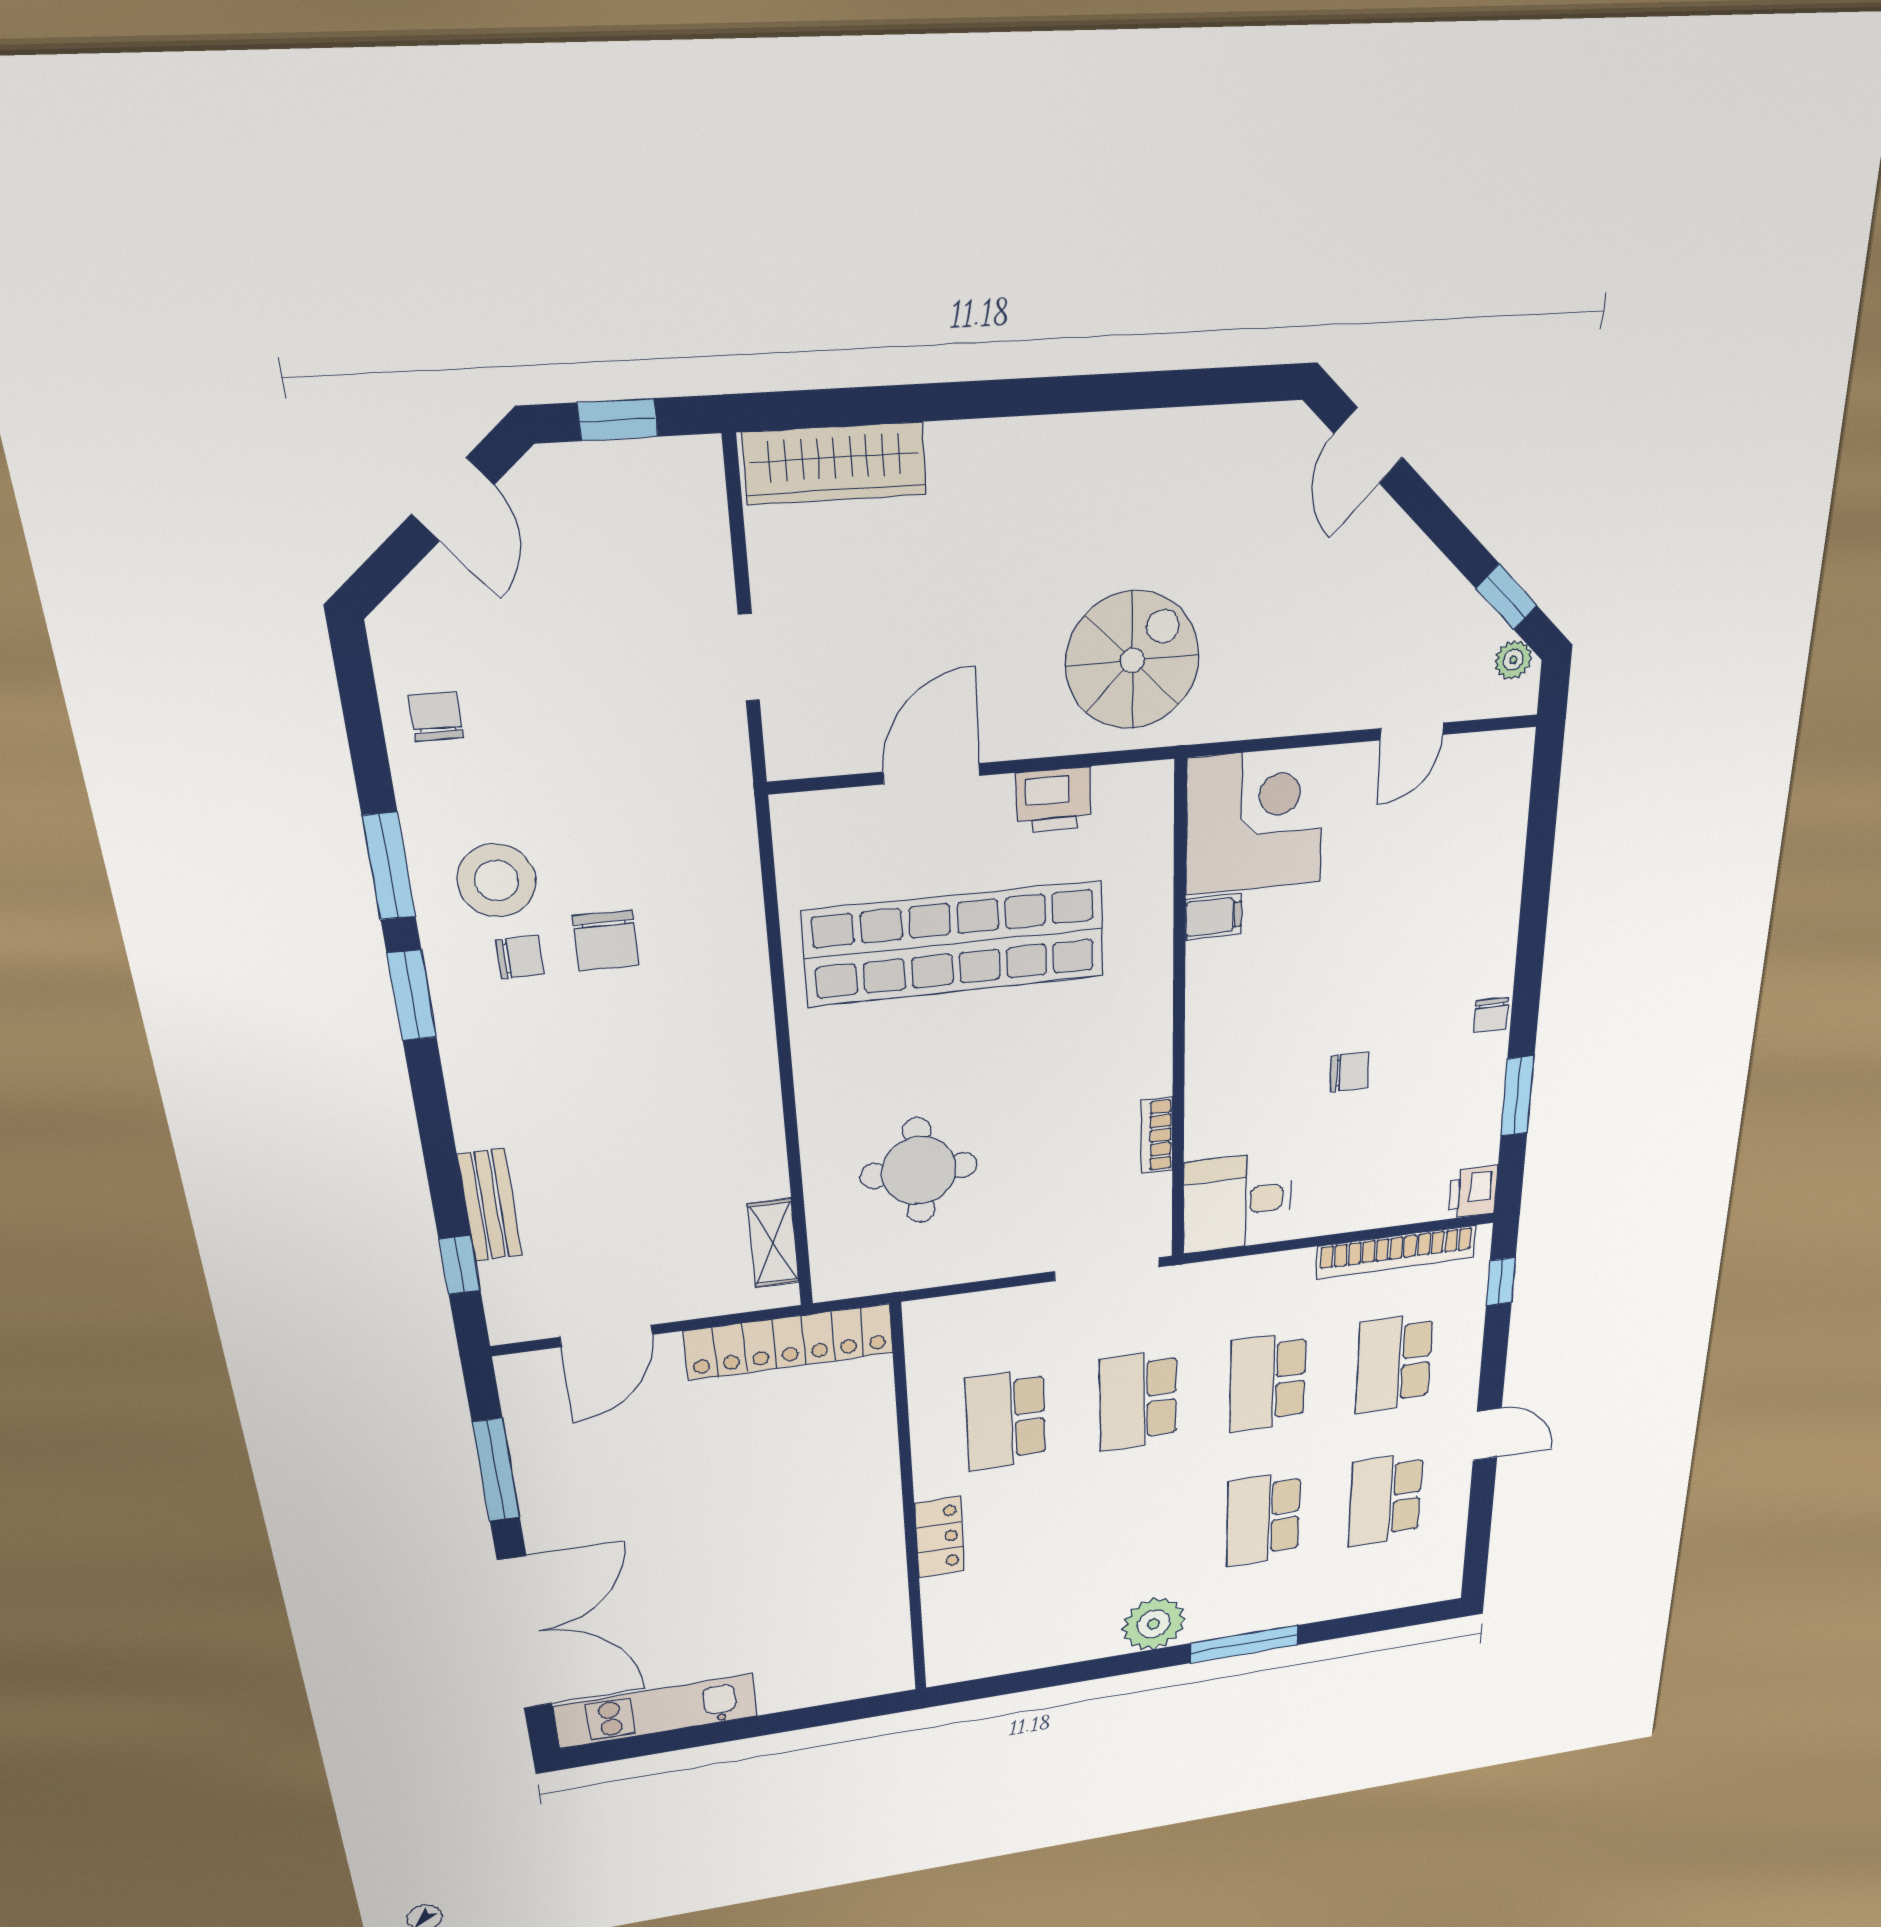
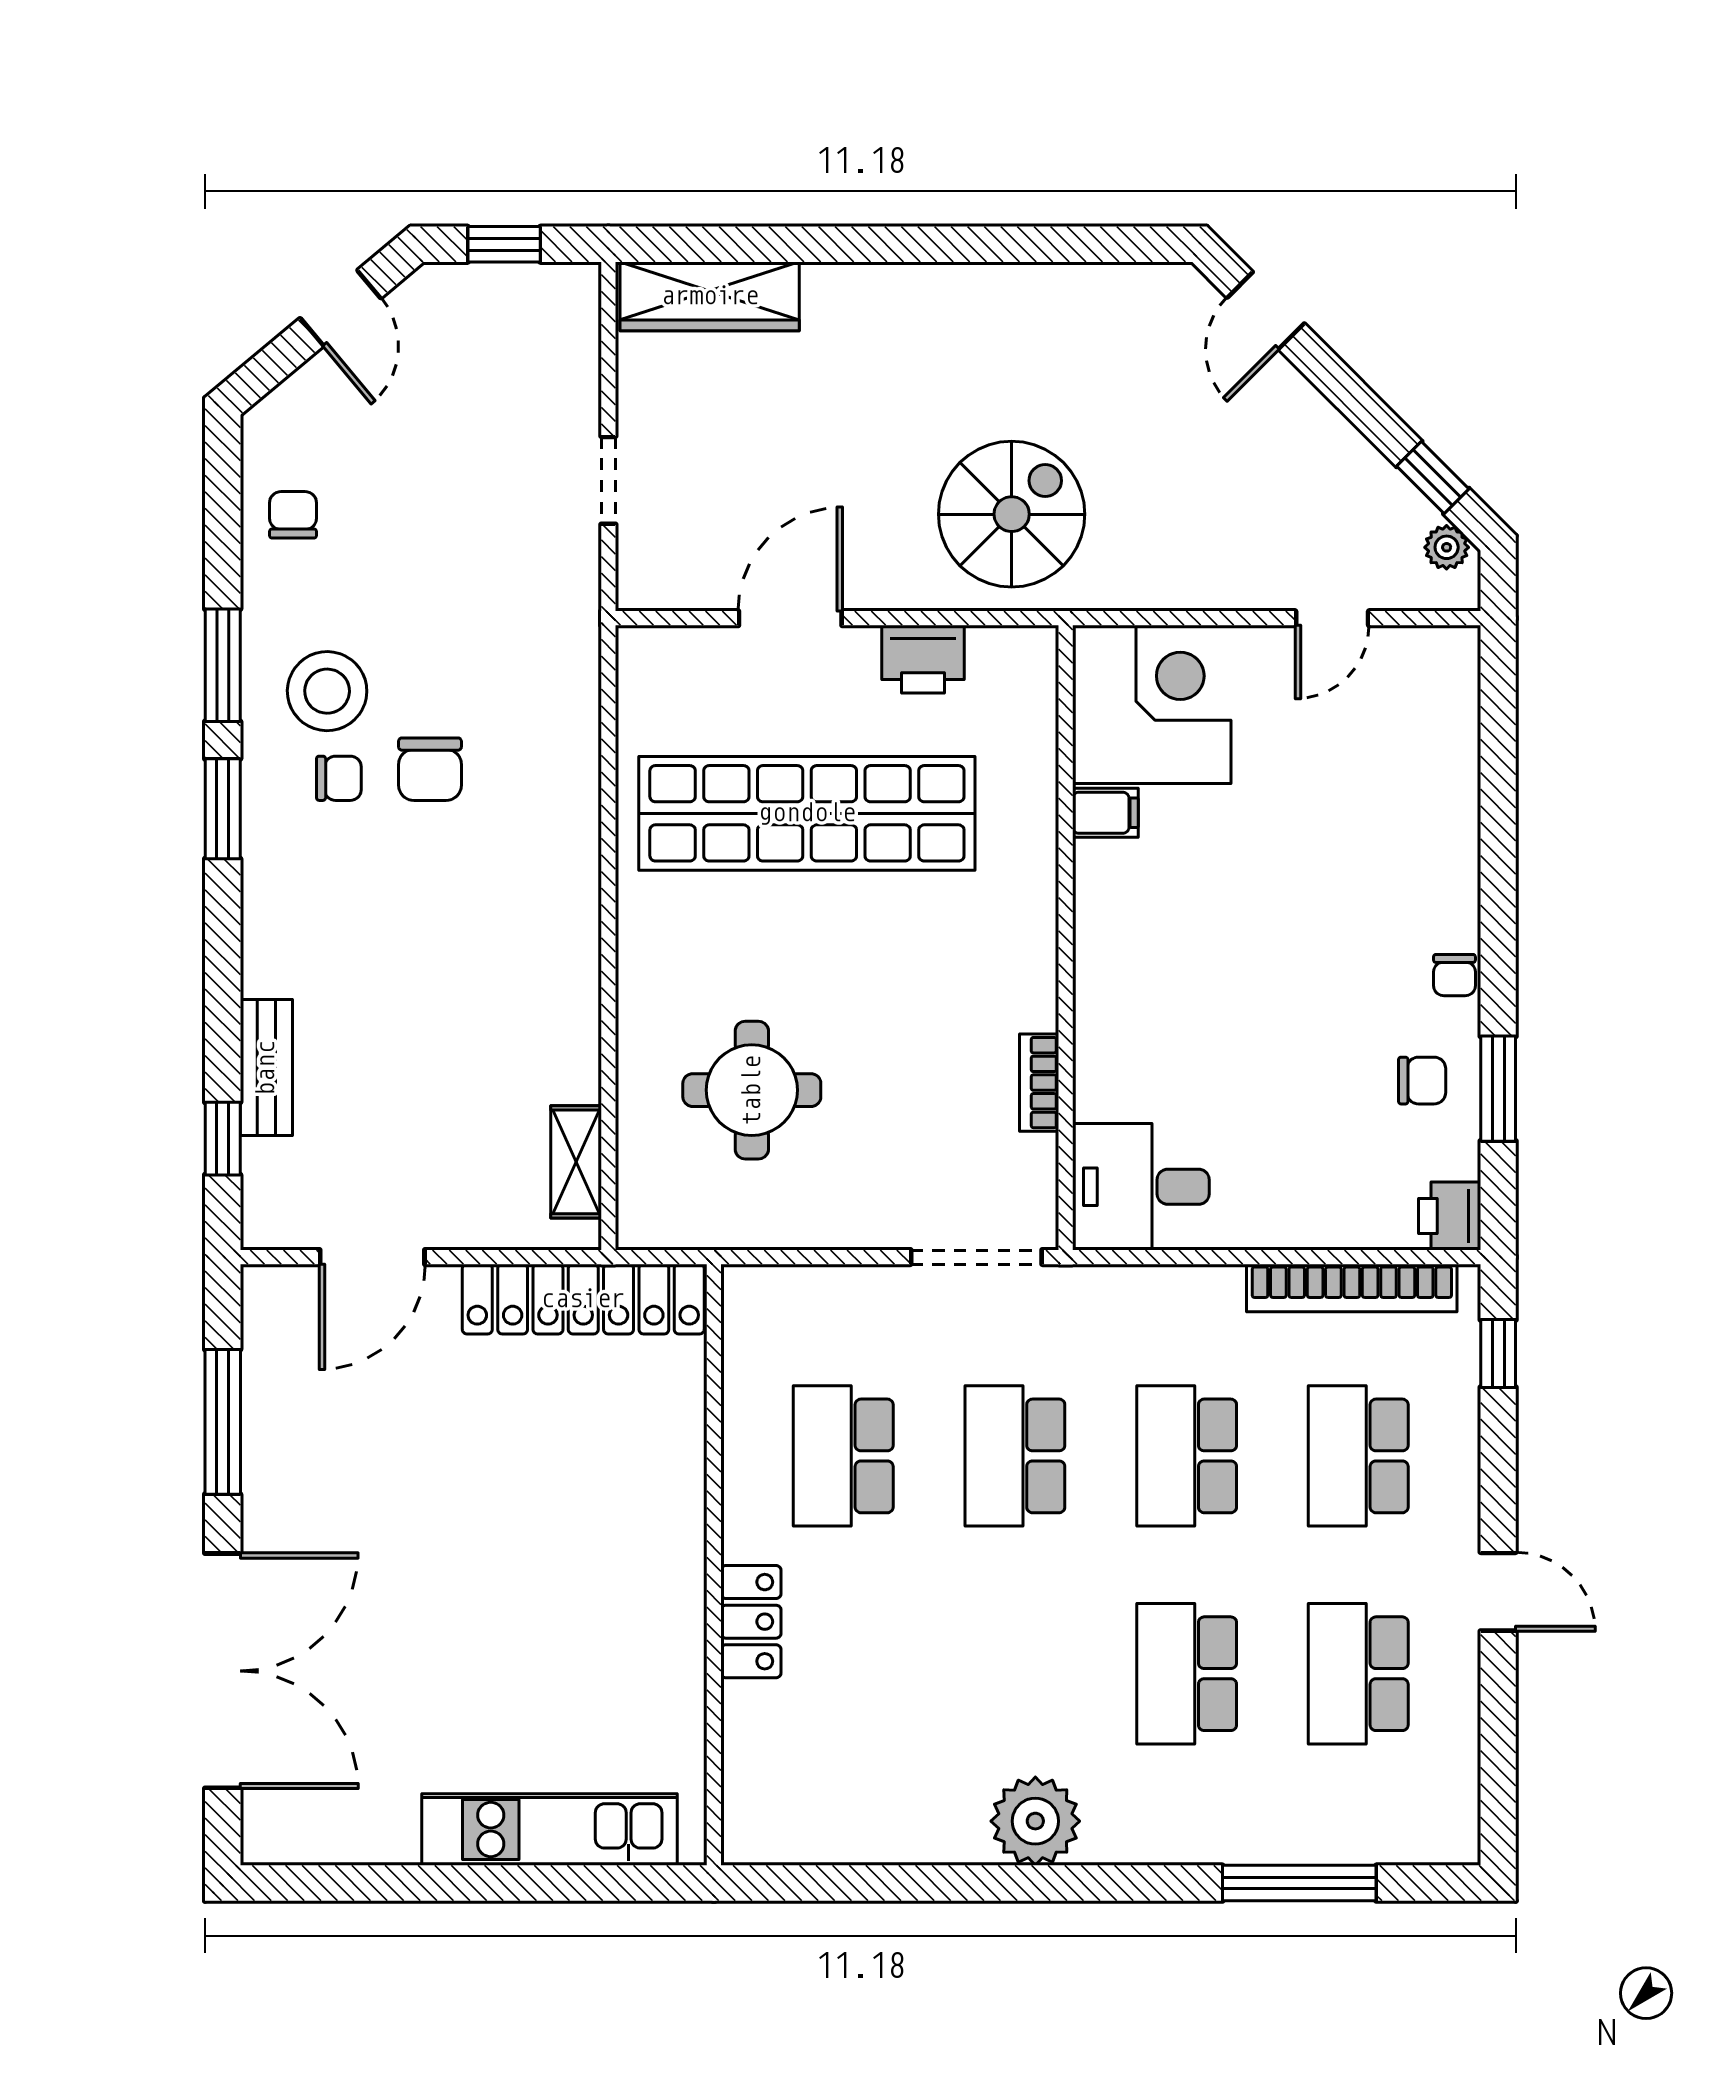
chair: (1349, 1072) -> (1422, 1081), moved
window: (1244, 1644) -> (1299, 1883), moved
kitchen unit: (656, 1711) -> (549, 1830), moved

